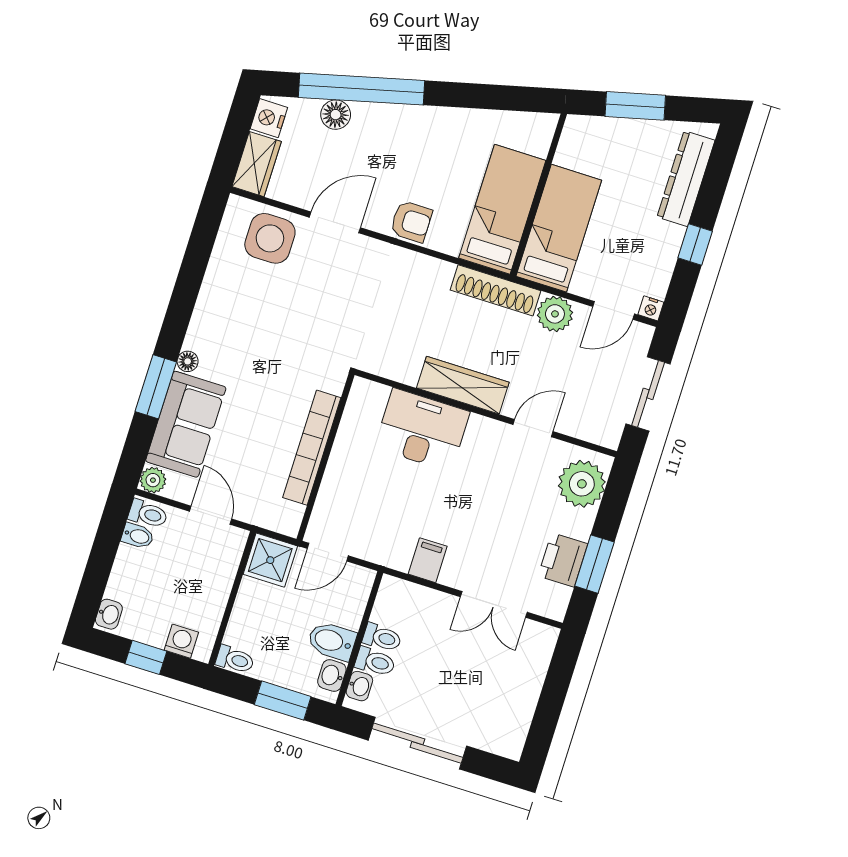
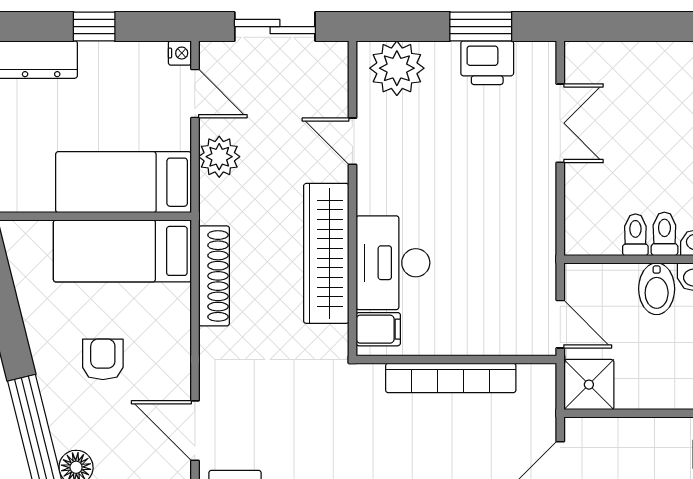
armchair: (411, 222) -> (103, 359), moved
shoe rack: (496, 290) -> (214, 276), moved
wardrobe: (463, 385) -> (326, 253), width x1.40, depth x1.17
filing cabinet: (428, 560) -> (378, 329), moved, turned 180

